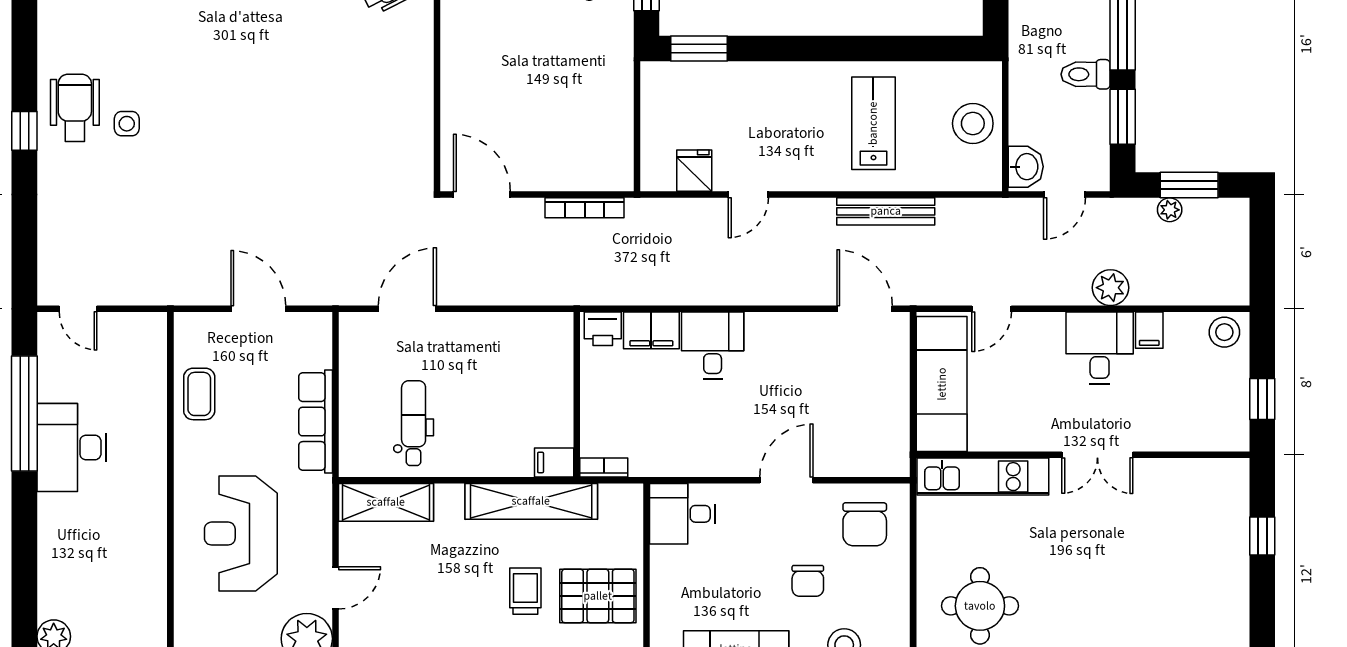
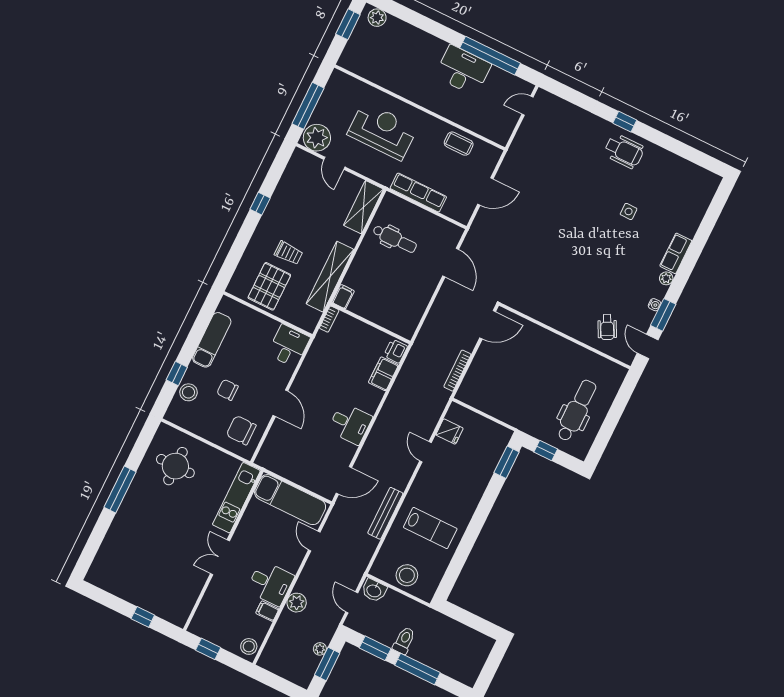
side table: (127, 124) -> (629, 211), moved
desk: (713, 345) -> (350, 424), moved

